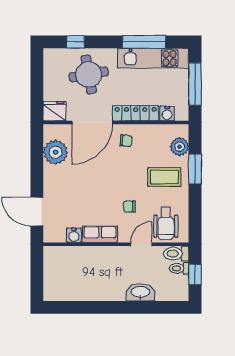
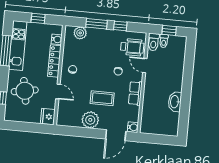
window: (195, 84) -> (38, 18), width x0.46
door: (92, 122) -> (58, 92), width x0.53
plant: (55, 152) -> (90, 120), moved
coffee table: (164, 177) -> (102, 98), moved, turned 90
window: (195, 204) -> (120, 26), added
water cooler: (74, 235) -> (133, 127), moved
washbasin: (140, 292) -> (175, 102), moved

